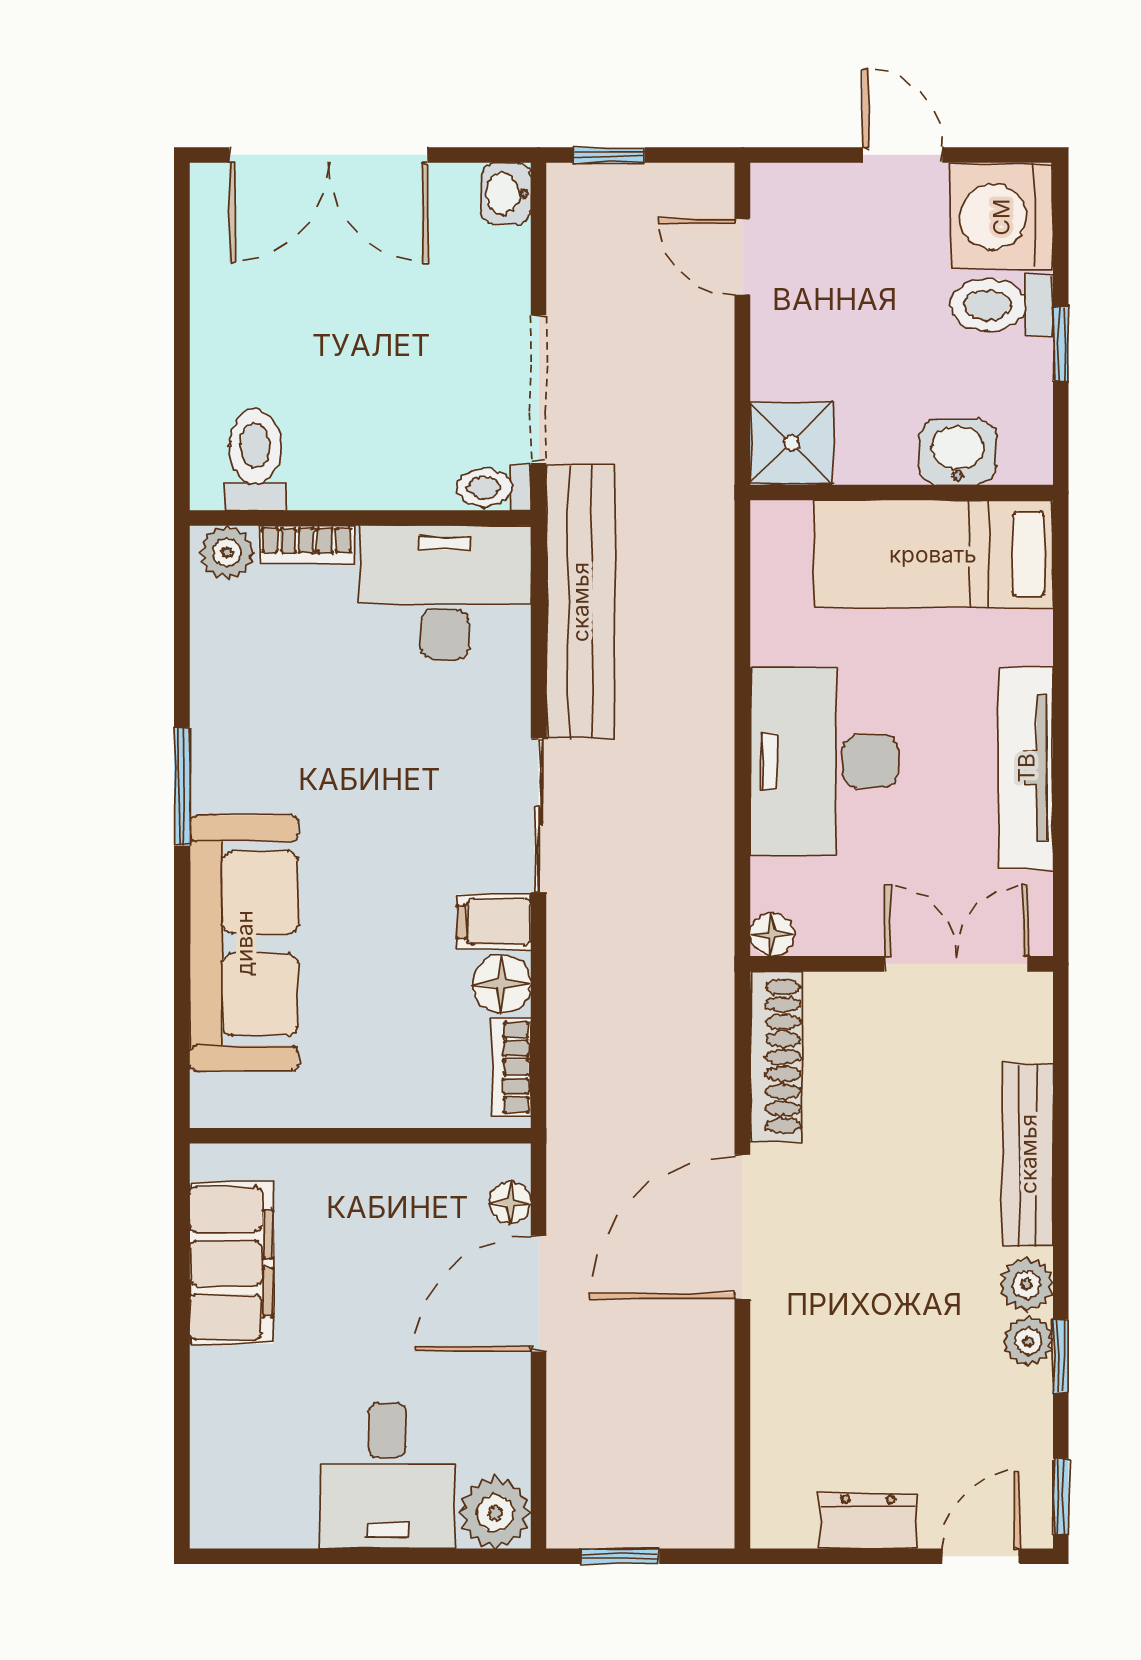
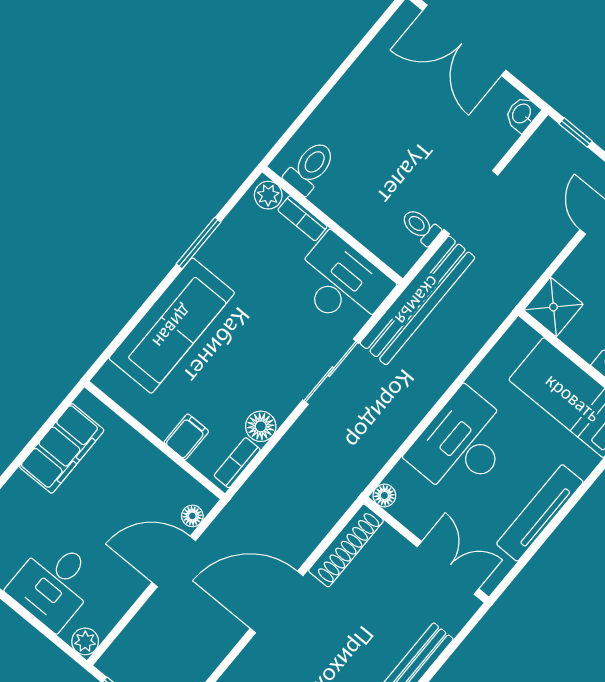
toilet: (255, 460) -> (310, 168), moved
wall: (360, 518) -> (333, 225), moved
bookcase: (307, 545) -> (302, 218), moved
plant: (227, 553) -> (268, 195), moved
desk: (445, 593) -> (342, 283), moved
filing cabinet: (494, 922) -> (186, 437), moved, turned 90
plant: (495, 1513) -> (85, 641), width x0.73, depth x0.73

